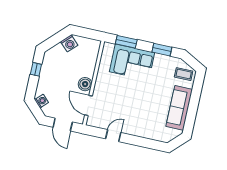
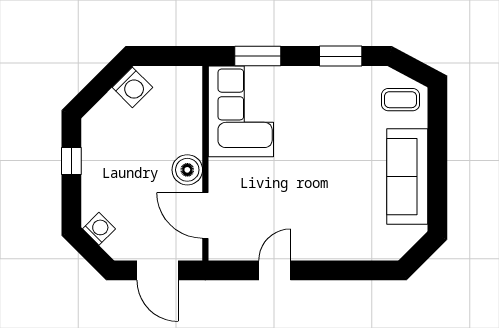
corner sofa: (132, 62) -> (241, 111), moved, turned -90

